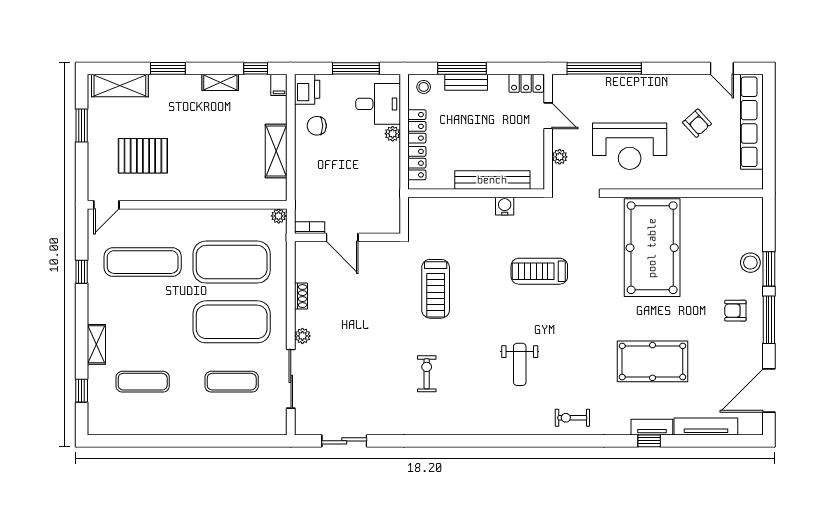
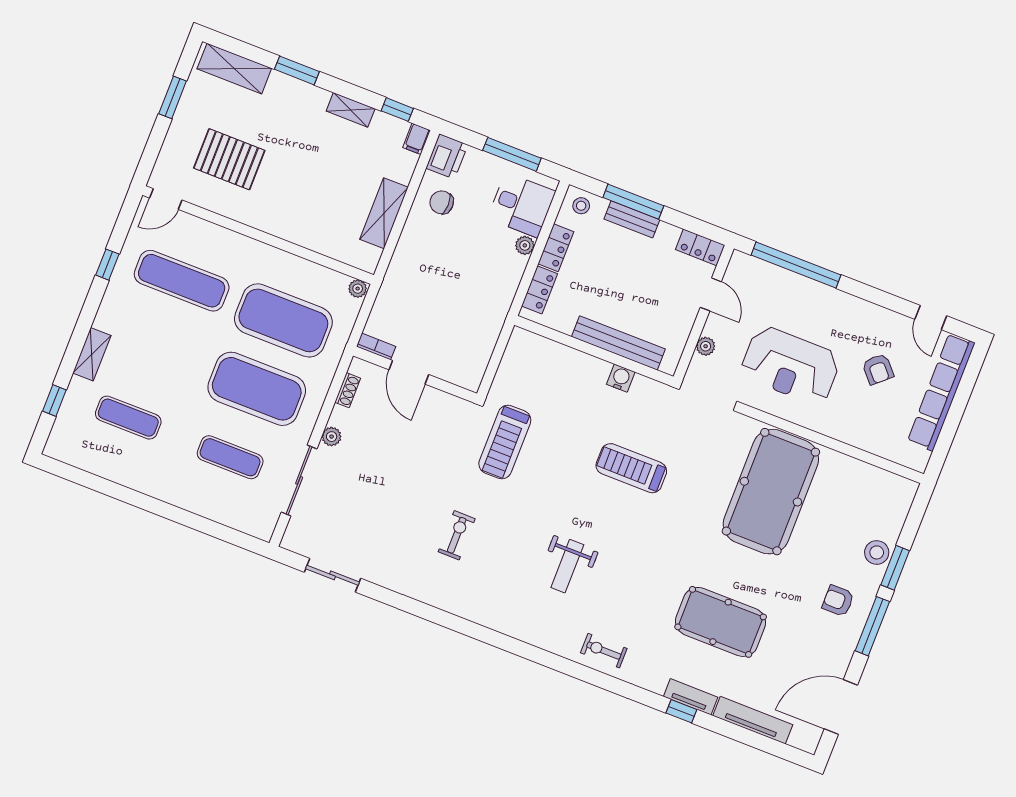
bookcase: (310, 228) -> (376, 346), moved
door: (342, 237) -> (409, 372), moved
wall: (347, 237) -> (415, 375), moved

